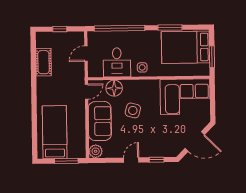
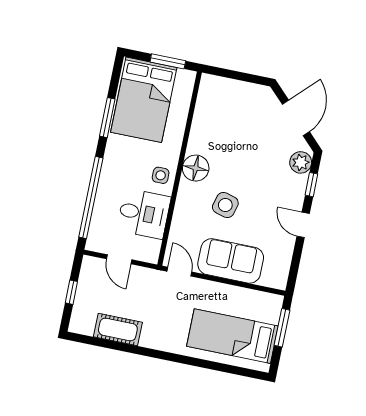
floor lamp: (114, 88) -> (196, 168), moved
corner sofa: (185, 97) -> (222, 117), removed
plant: (96, 151) -> (301, 162), moved

